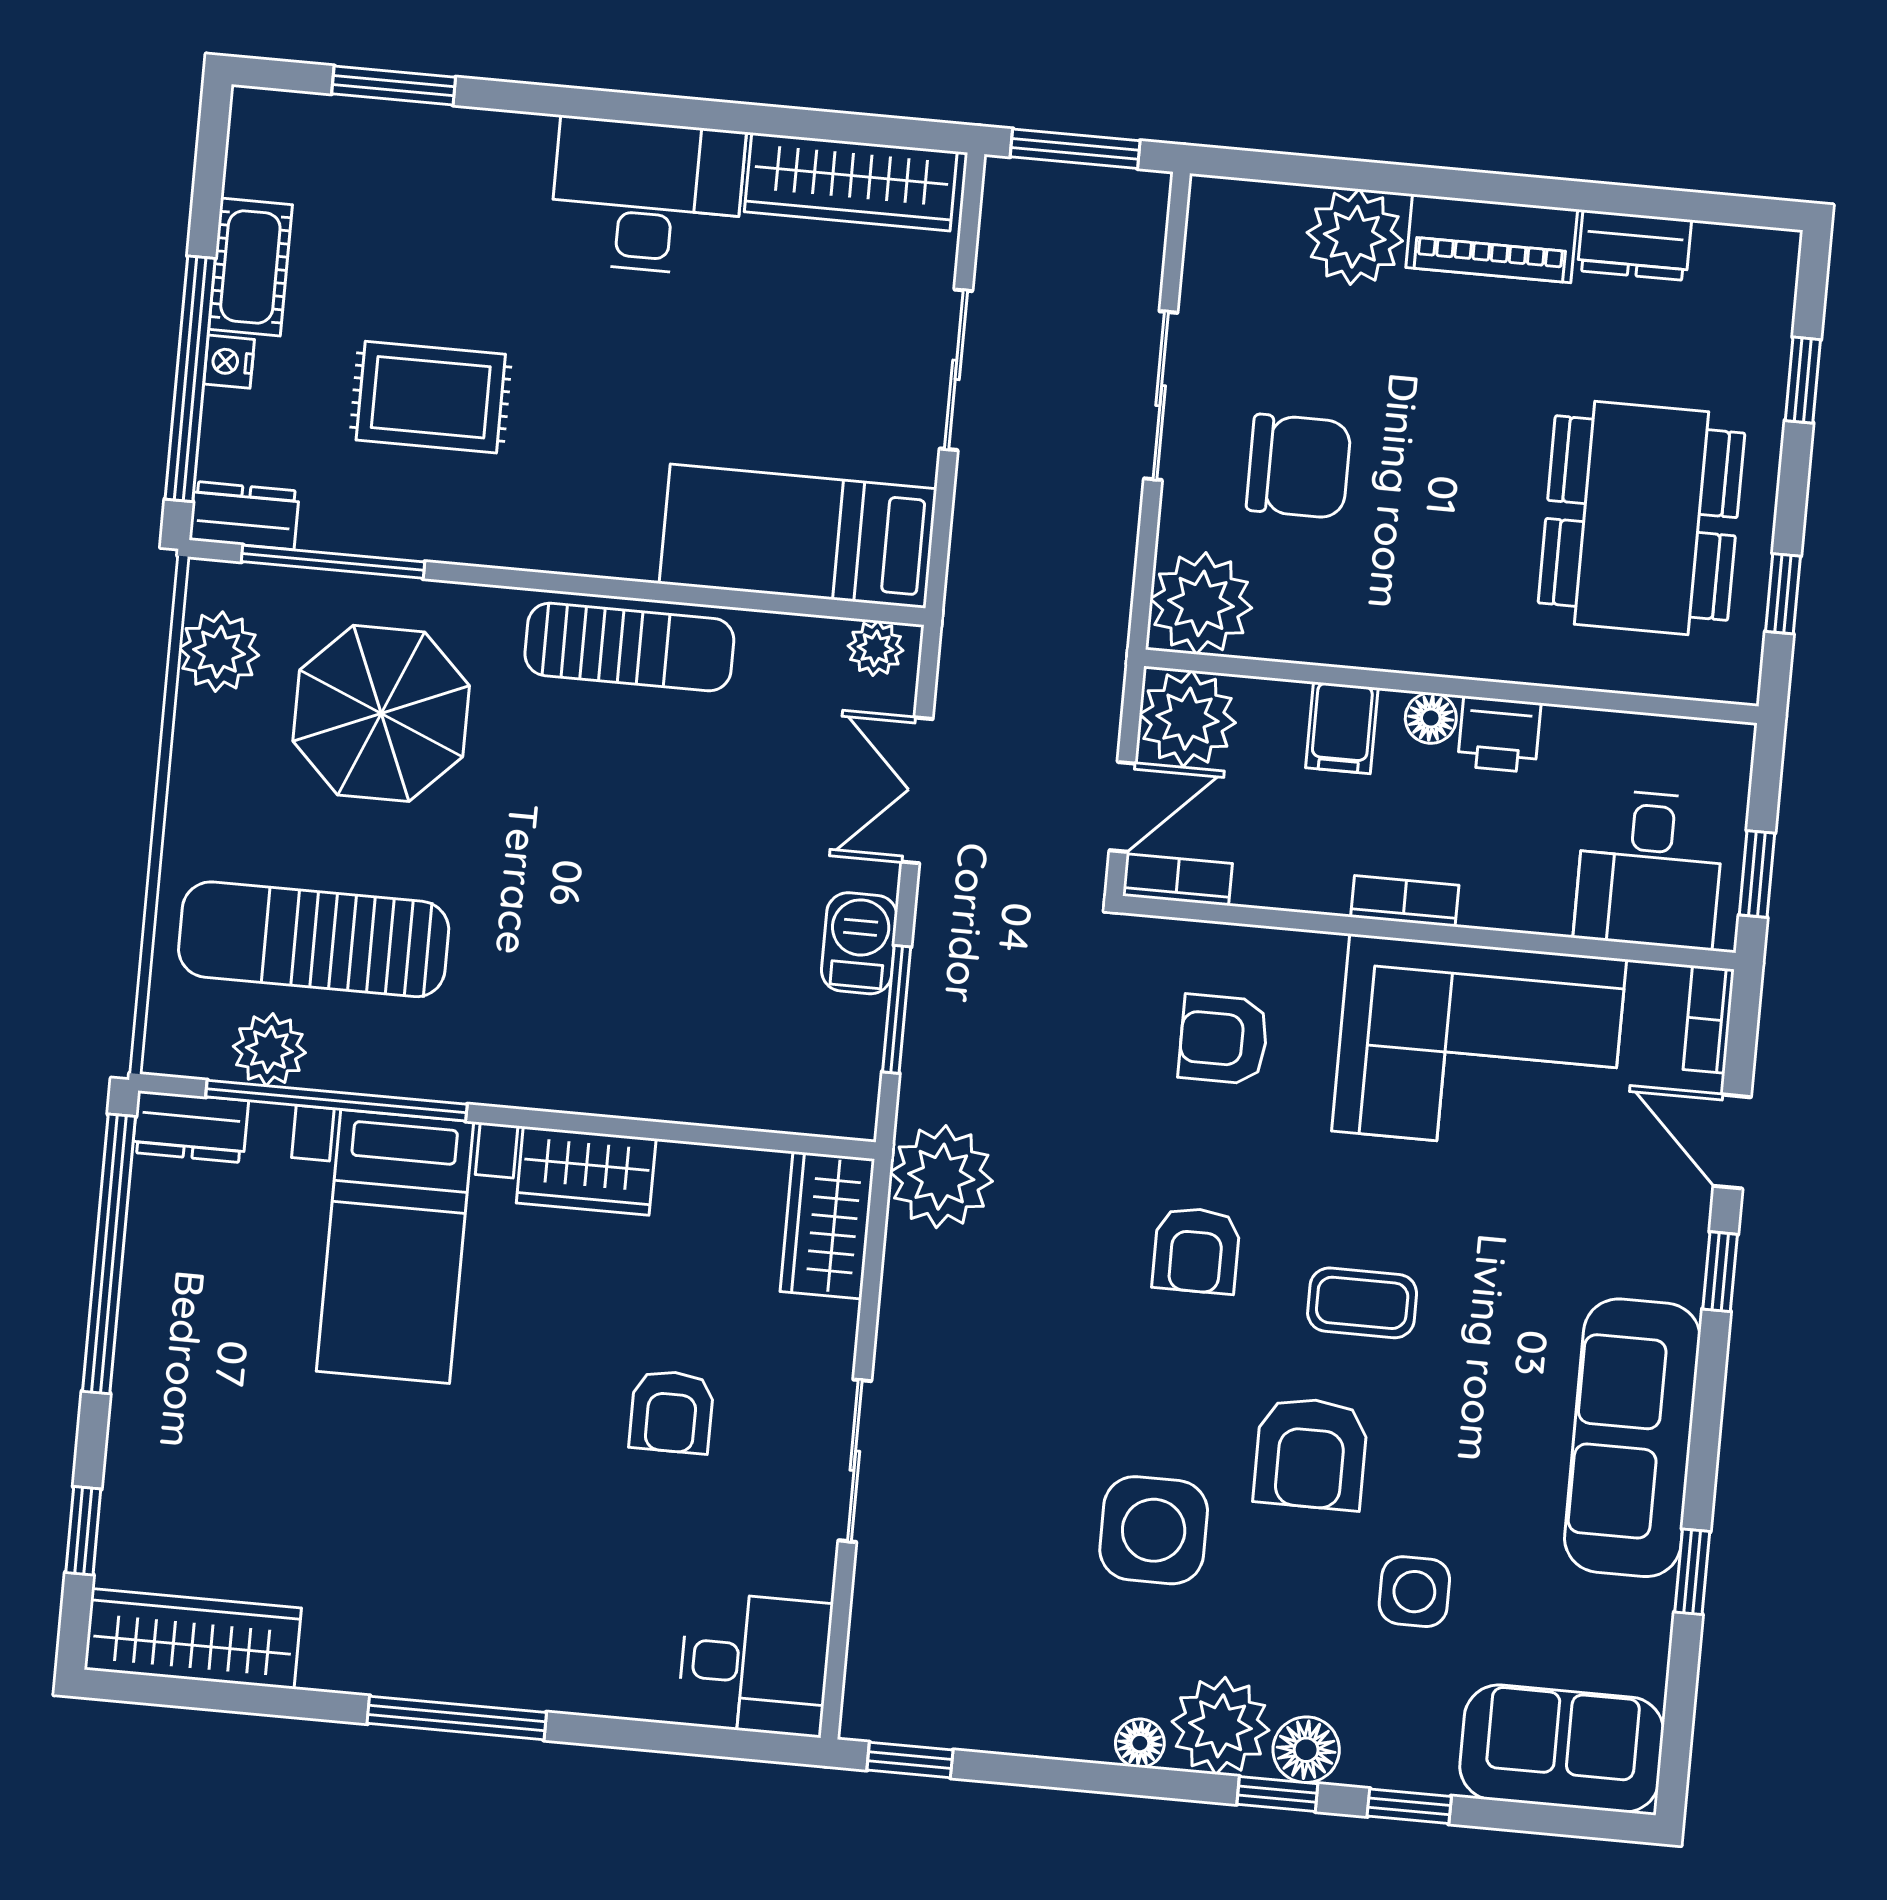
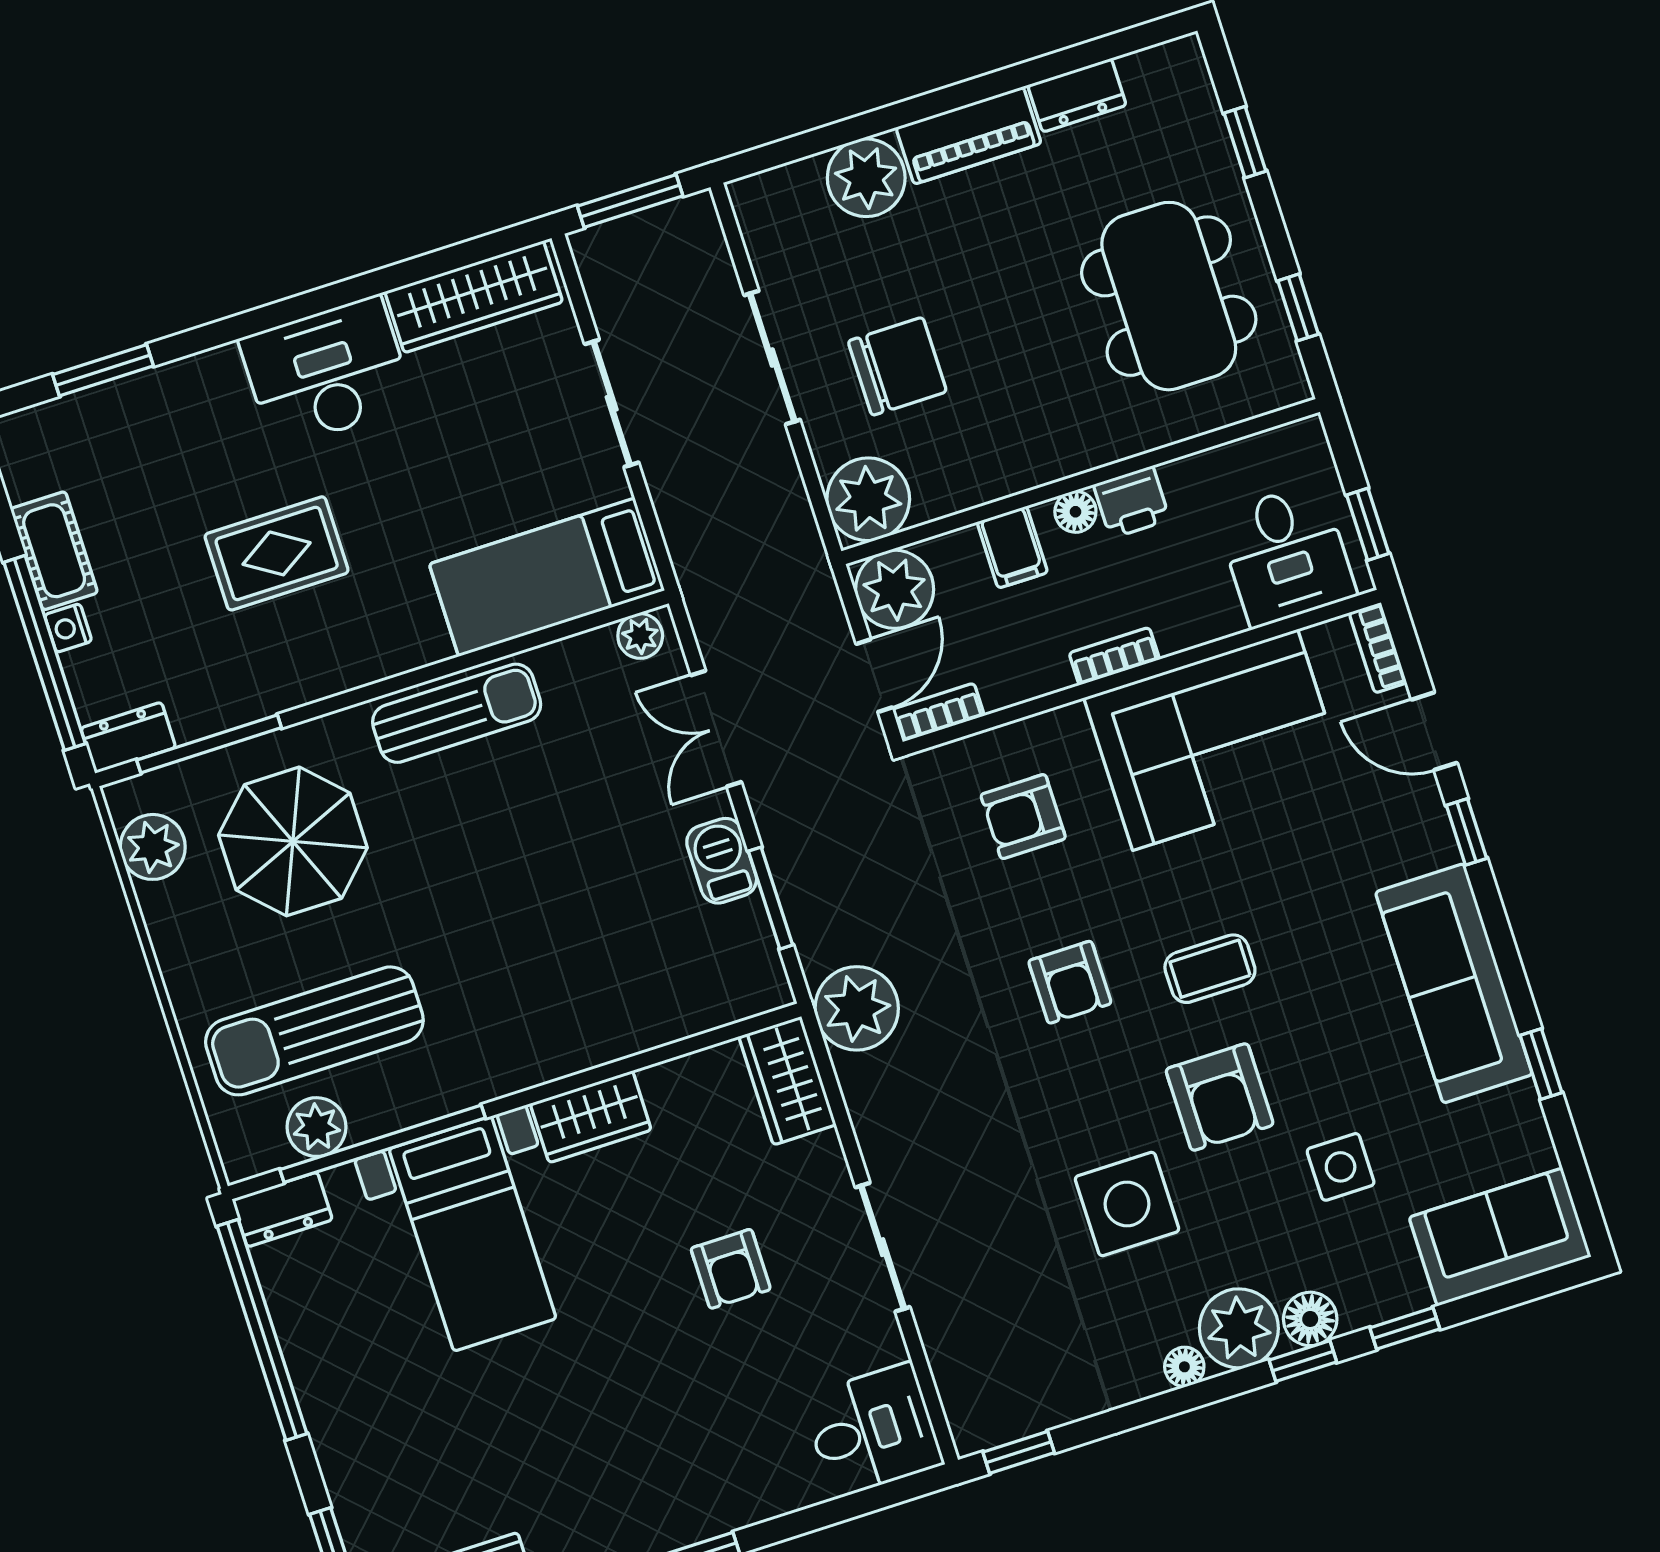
rug: (431, 397) -> (277, 553), moved

